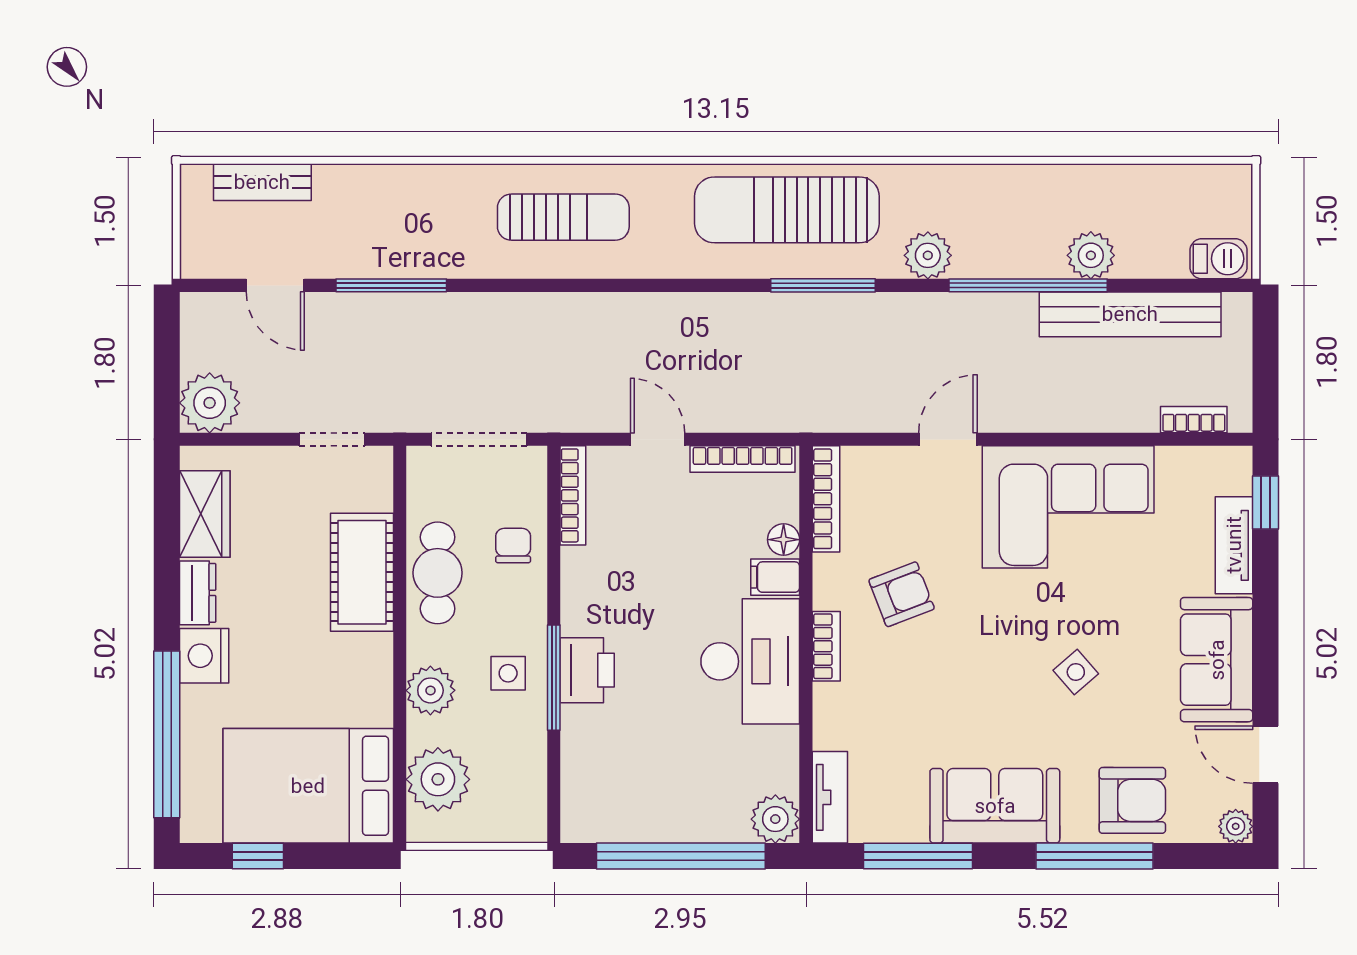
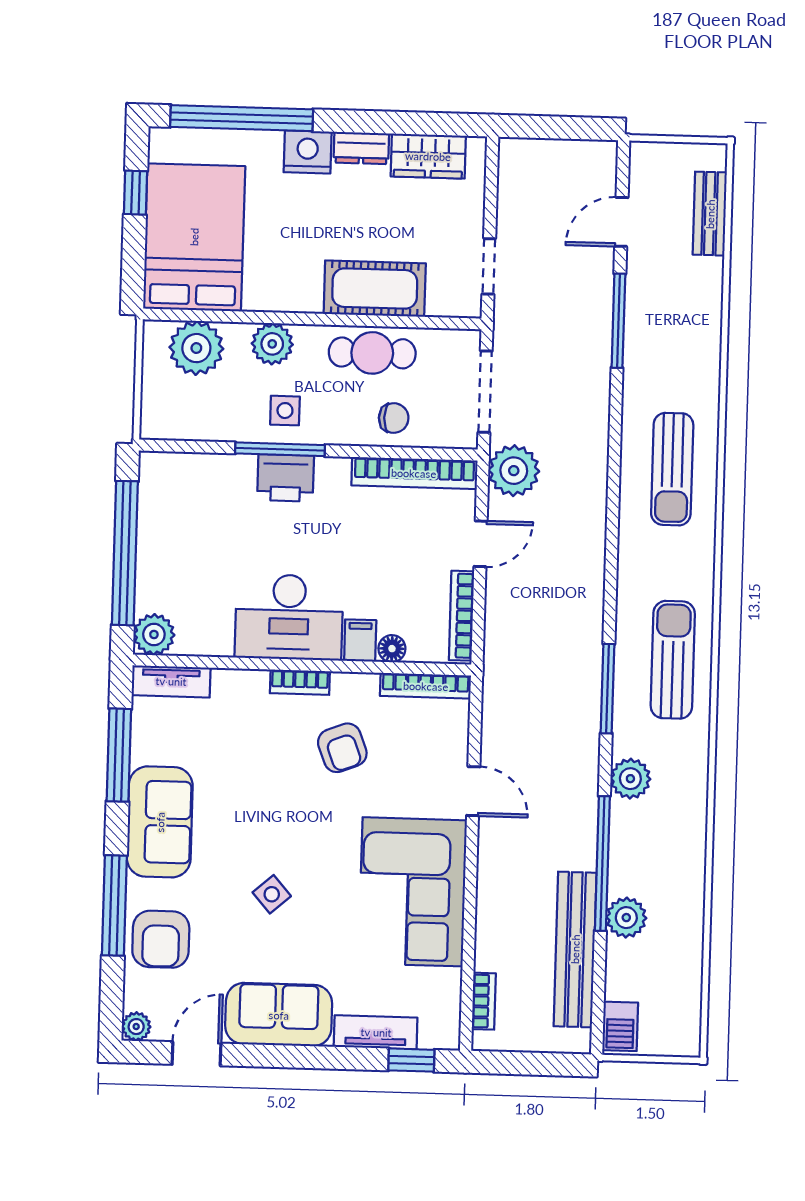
sun lounger: (787, 210) -> (673, 660), width x0.73, depth x0.75
plant: (210, 403) -> (514, 471), moved
bookcase: (573, 495) -> (414, 473), width x1.48, depth x1.31

